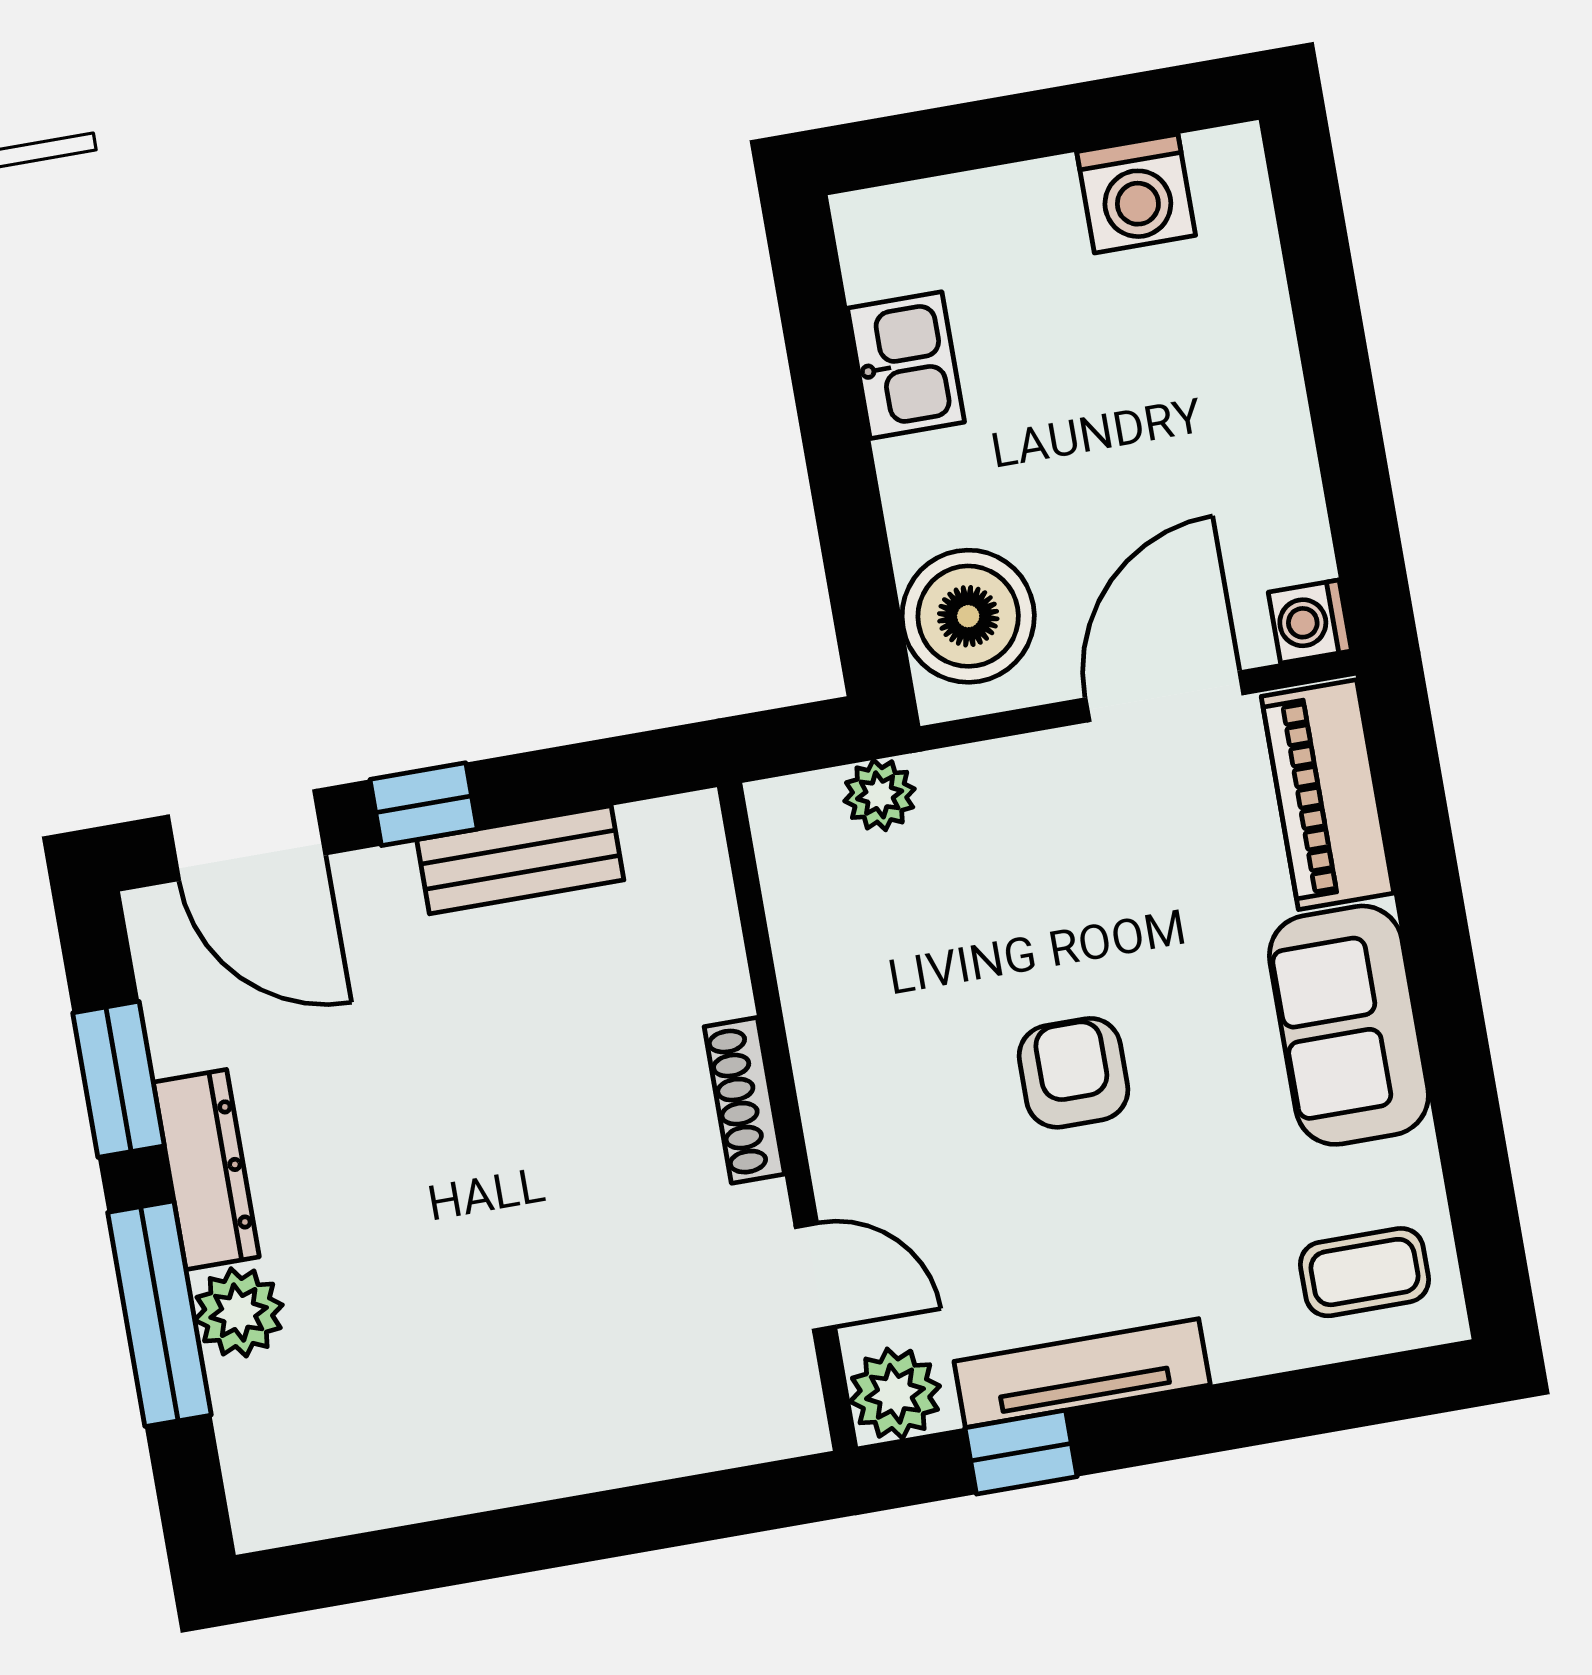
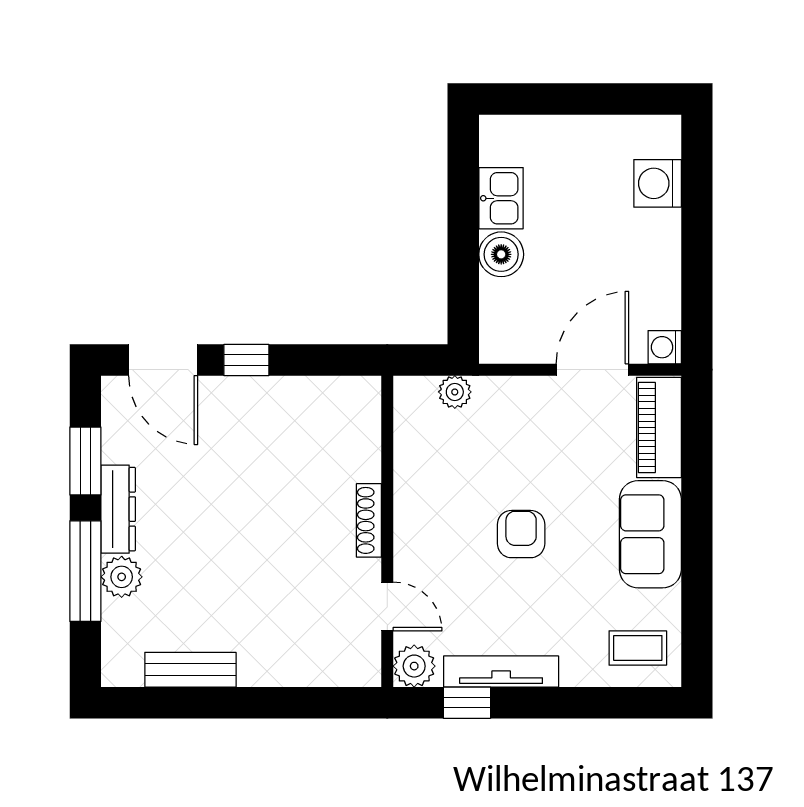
washing machine: (1136, 194) -> (658, 183), moved, turned 90
boiler: (968, 616) -> (501, 254), moved, width x0.73, depth x0.73
bench: (520, 860) -> (190, 670), moved

